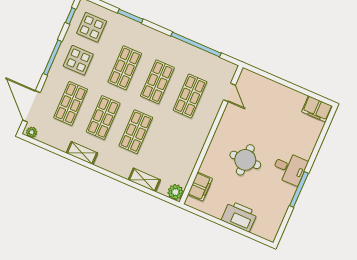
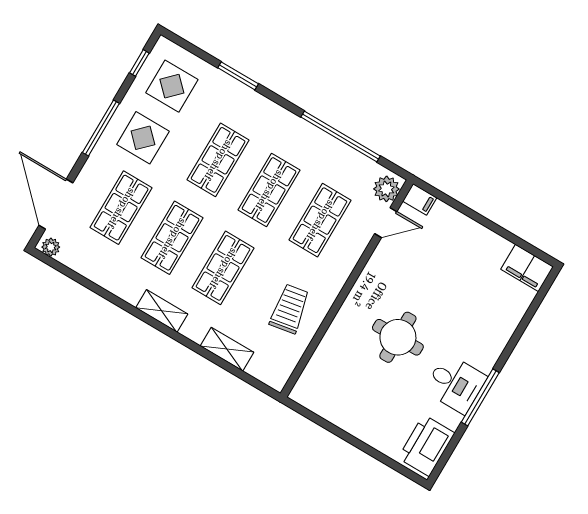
door: (229, 92) -> (386, 223), hinge flipped
trolley: (179, 151) -> (290, 309), added
shelving: (82, 153) -> (162, 311), moved
desk: (290, 168) -> (455, 384), moved
filing cabinet: (200, 187) -> (420, 199), moved, width x0.50
plant: (175, 192) -> (386, 189), moved
printer: (239, 216) -> (426, 445), moved, turned -90

